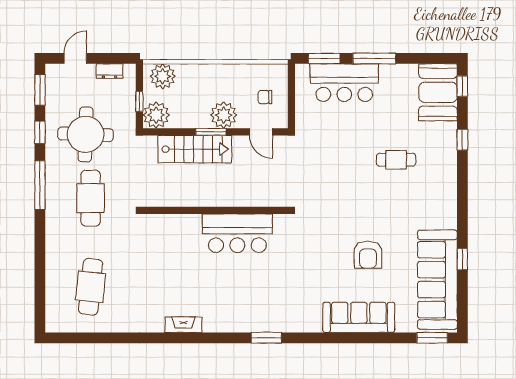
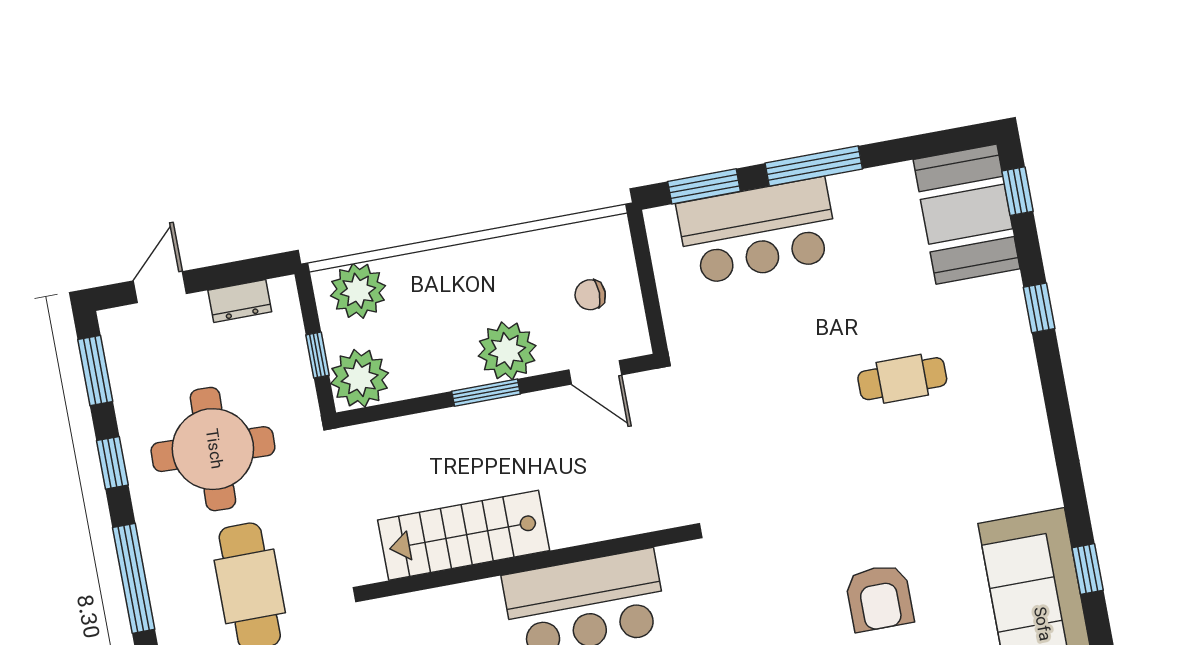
stairs: (195, 149) -> (464, 535), moved, turned 180

